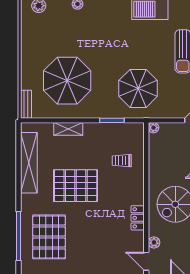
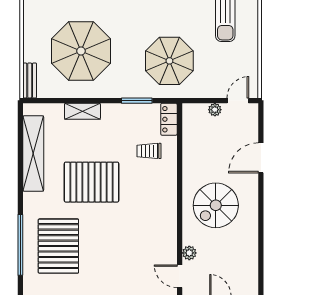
plant: (154, 128) -> (215, 110), moved
locker: (138, 218) -> (169, 119), moved

